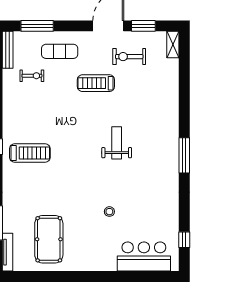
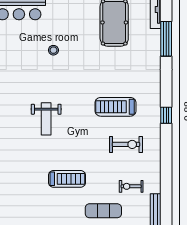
exercise bike: (129, 57) -> (126, 144), moved
treadmill: (30, 153) -> (115, 107), moved

